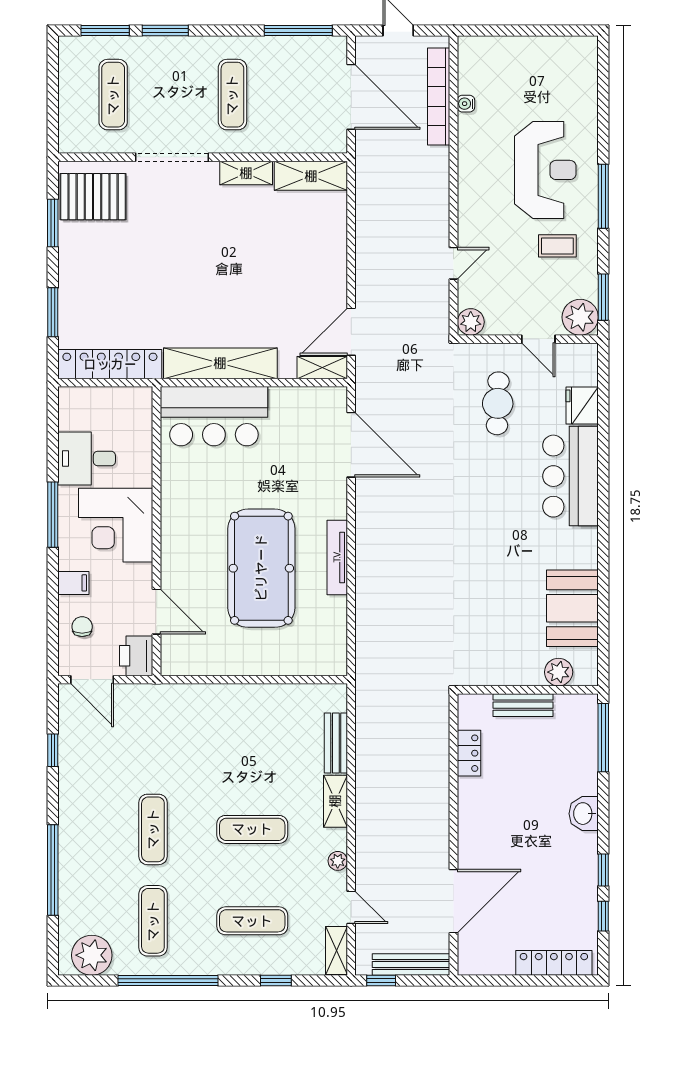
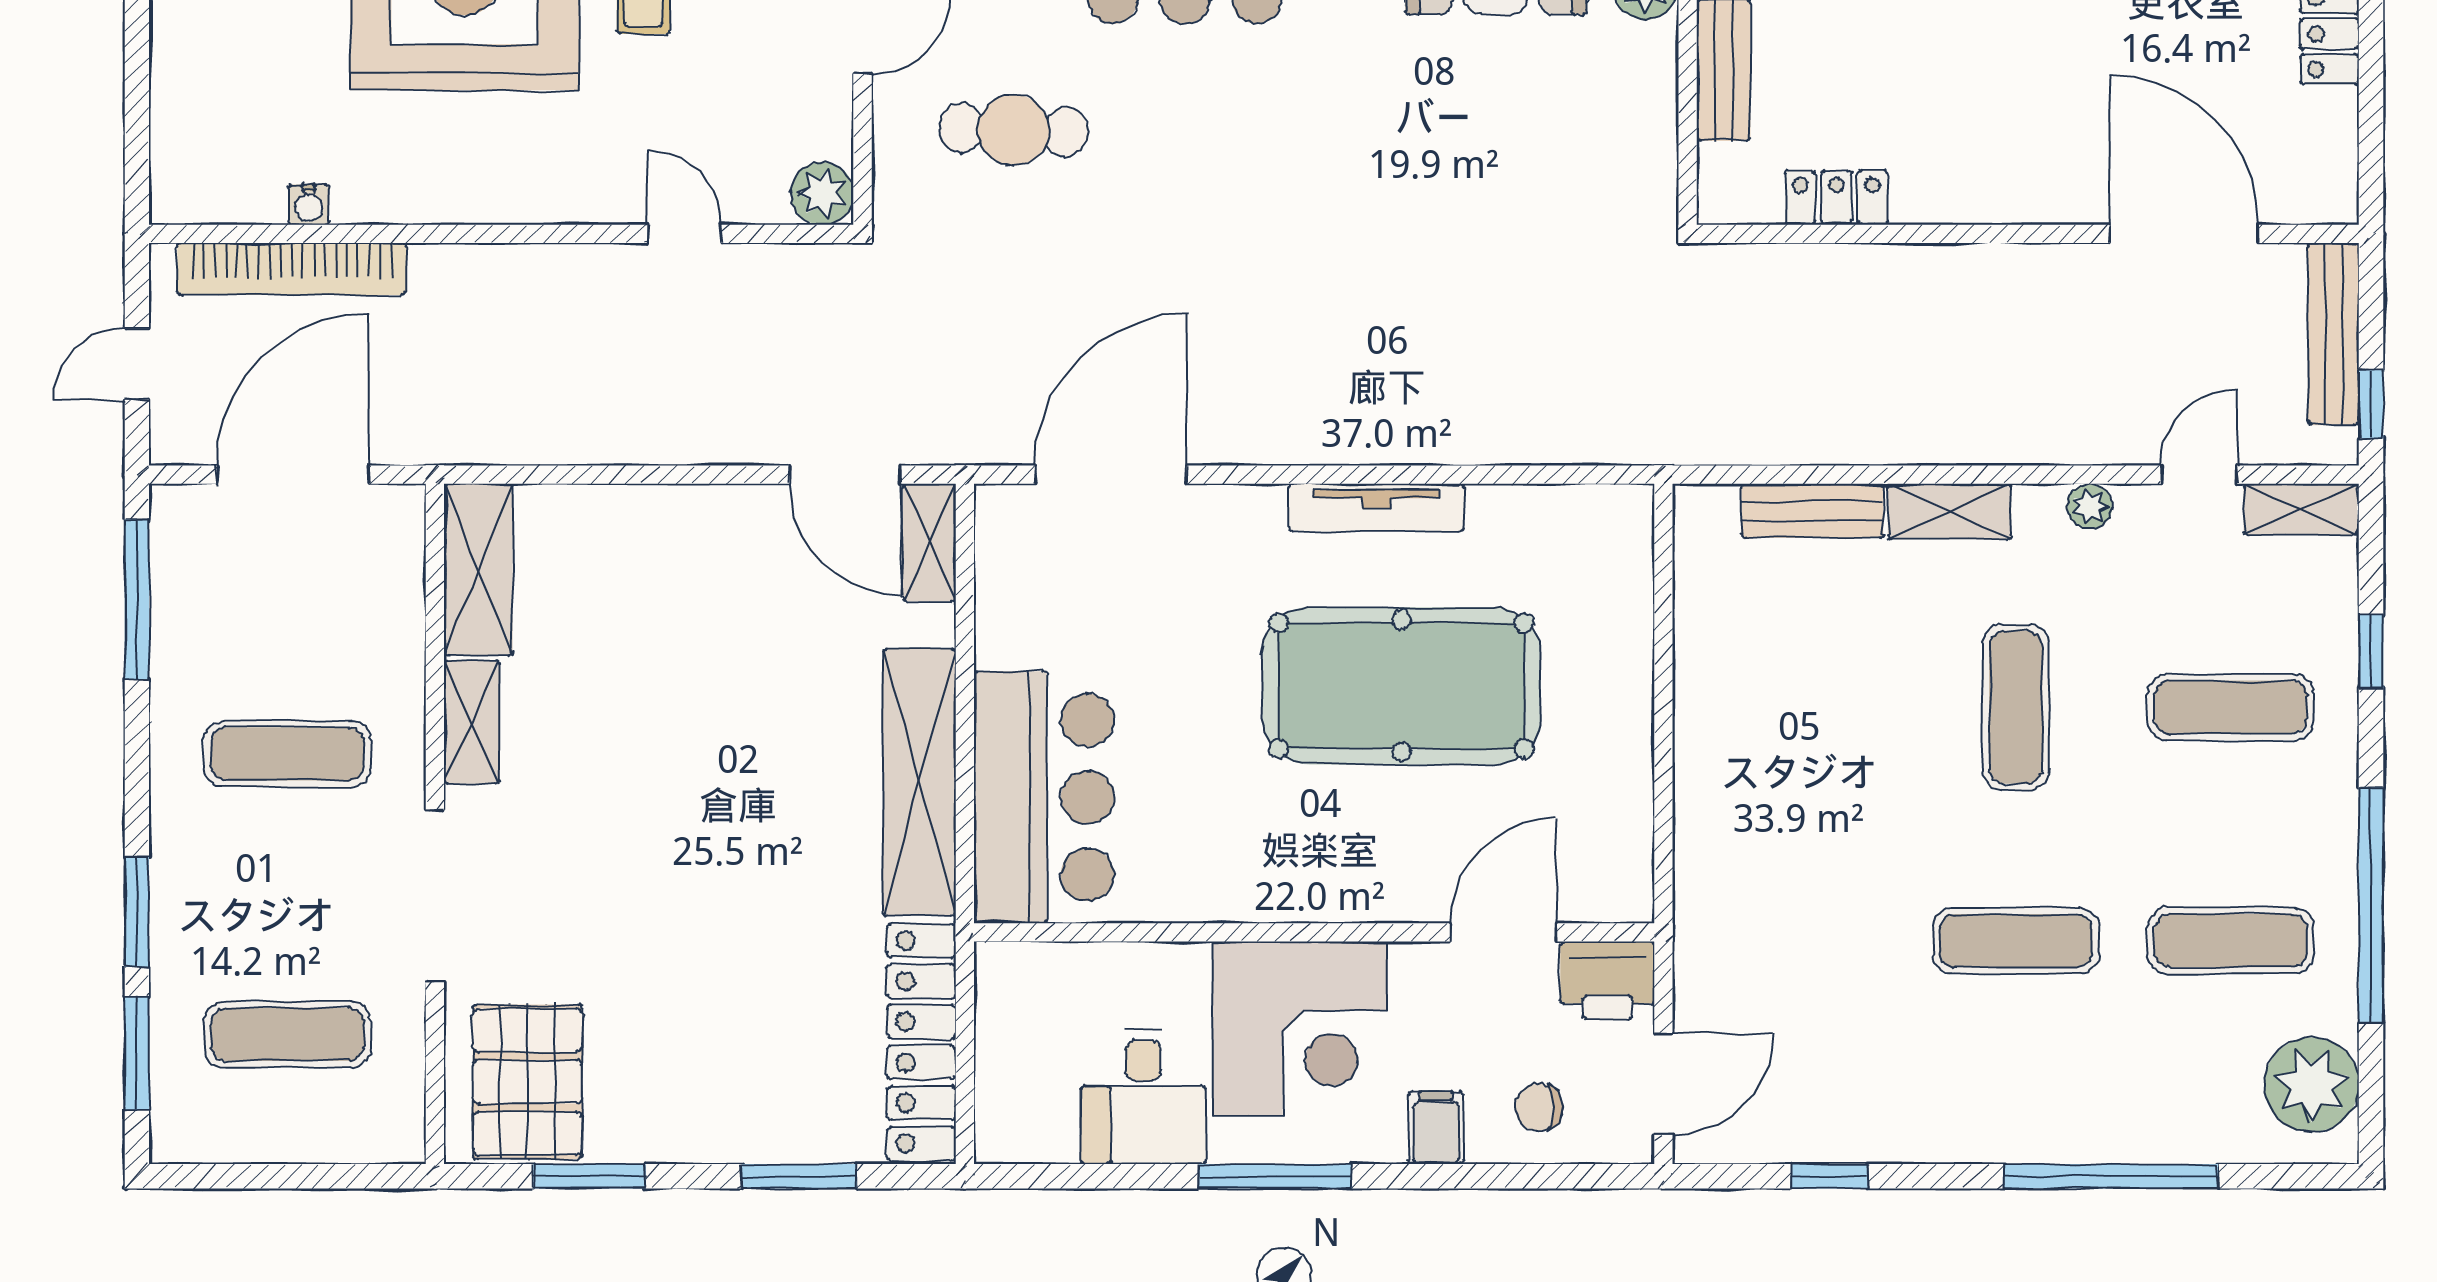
exercise mat: (252, 921) -> (2231, 707), turned 90

